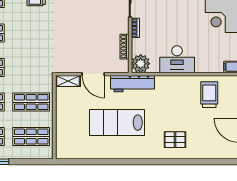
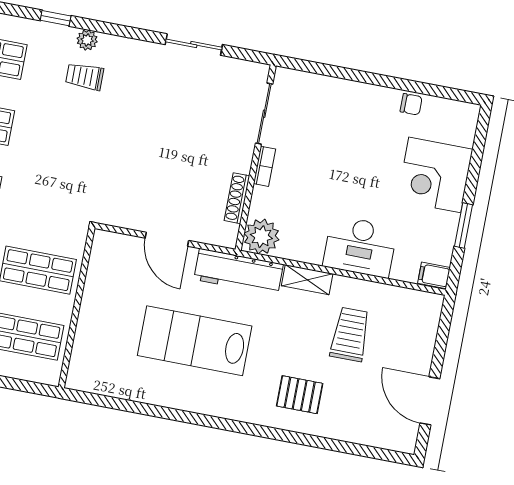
desk: (177, 59) -> (360, 247), moved
shelving: (68, 81) -> (307, 280), moved
trolley: (209, 95) -> (350, 334), moved

